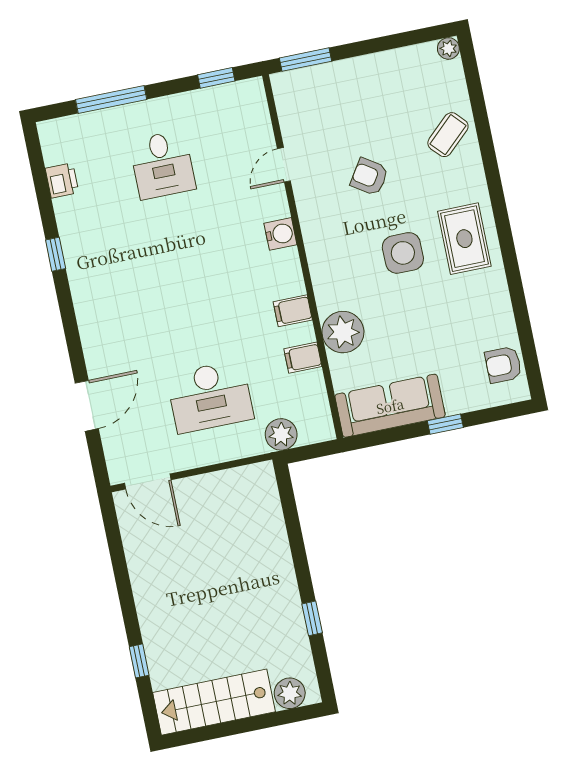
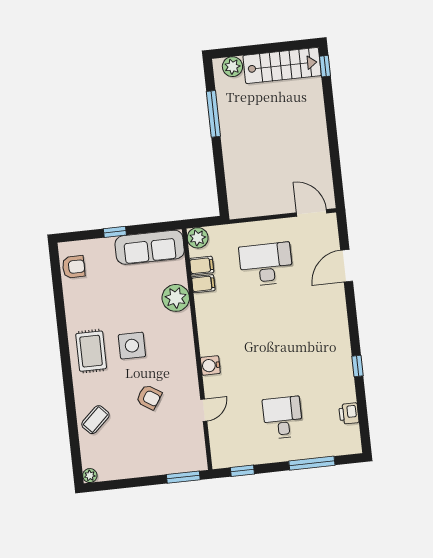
filing cabinet: (293, 311) -> (202, 266), moved
plant: (281, 434) -> (198, 238), moved
window: (312, 618) -> (213, 114), width x2.17
window: (139, 661) -> (325, 66), moved

